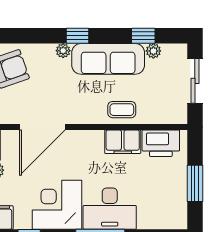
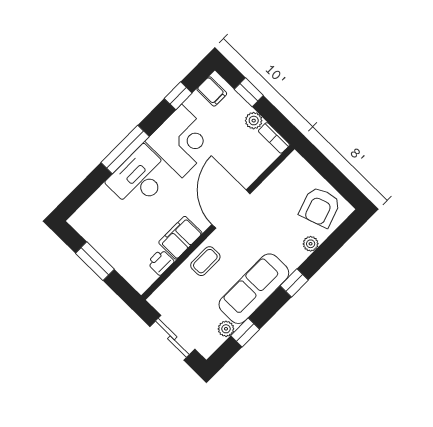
plant: (63, 51) -> (311, 244), moved
door: (42, 127) -> (231, 209), moved
printer: (161, 143) -> (161, 262), width x0.53, depth x0.68

